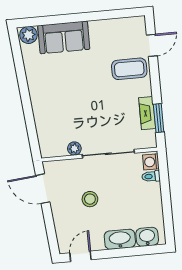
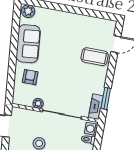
sofa: (64, 37) -> (28, 44), moved, turned -95
fireplace: (147, 113) -> (96, 107), moved
armchair: (55, 118) -> (30, 77), added

